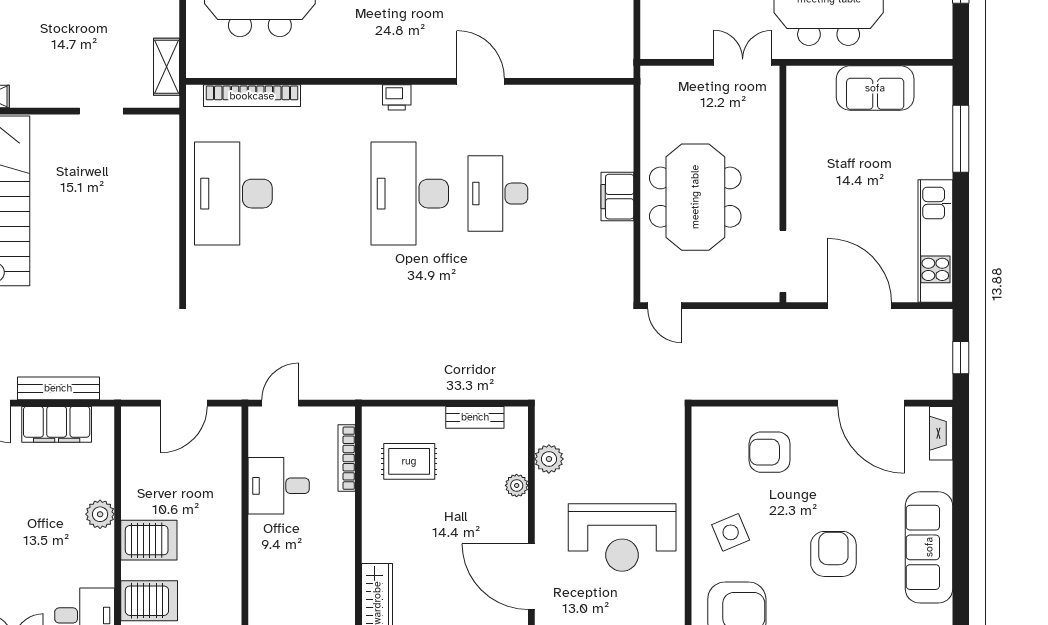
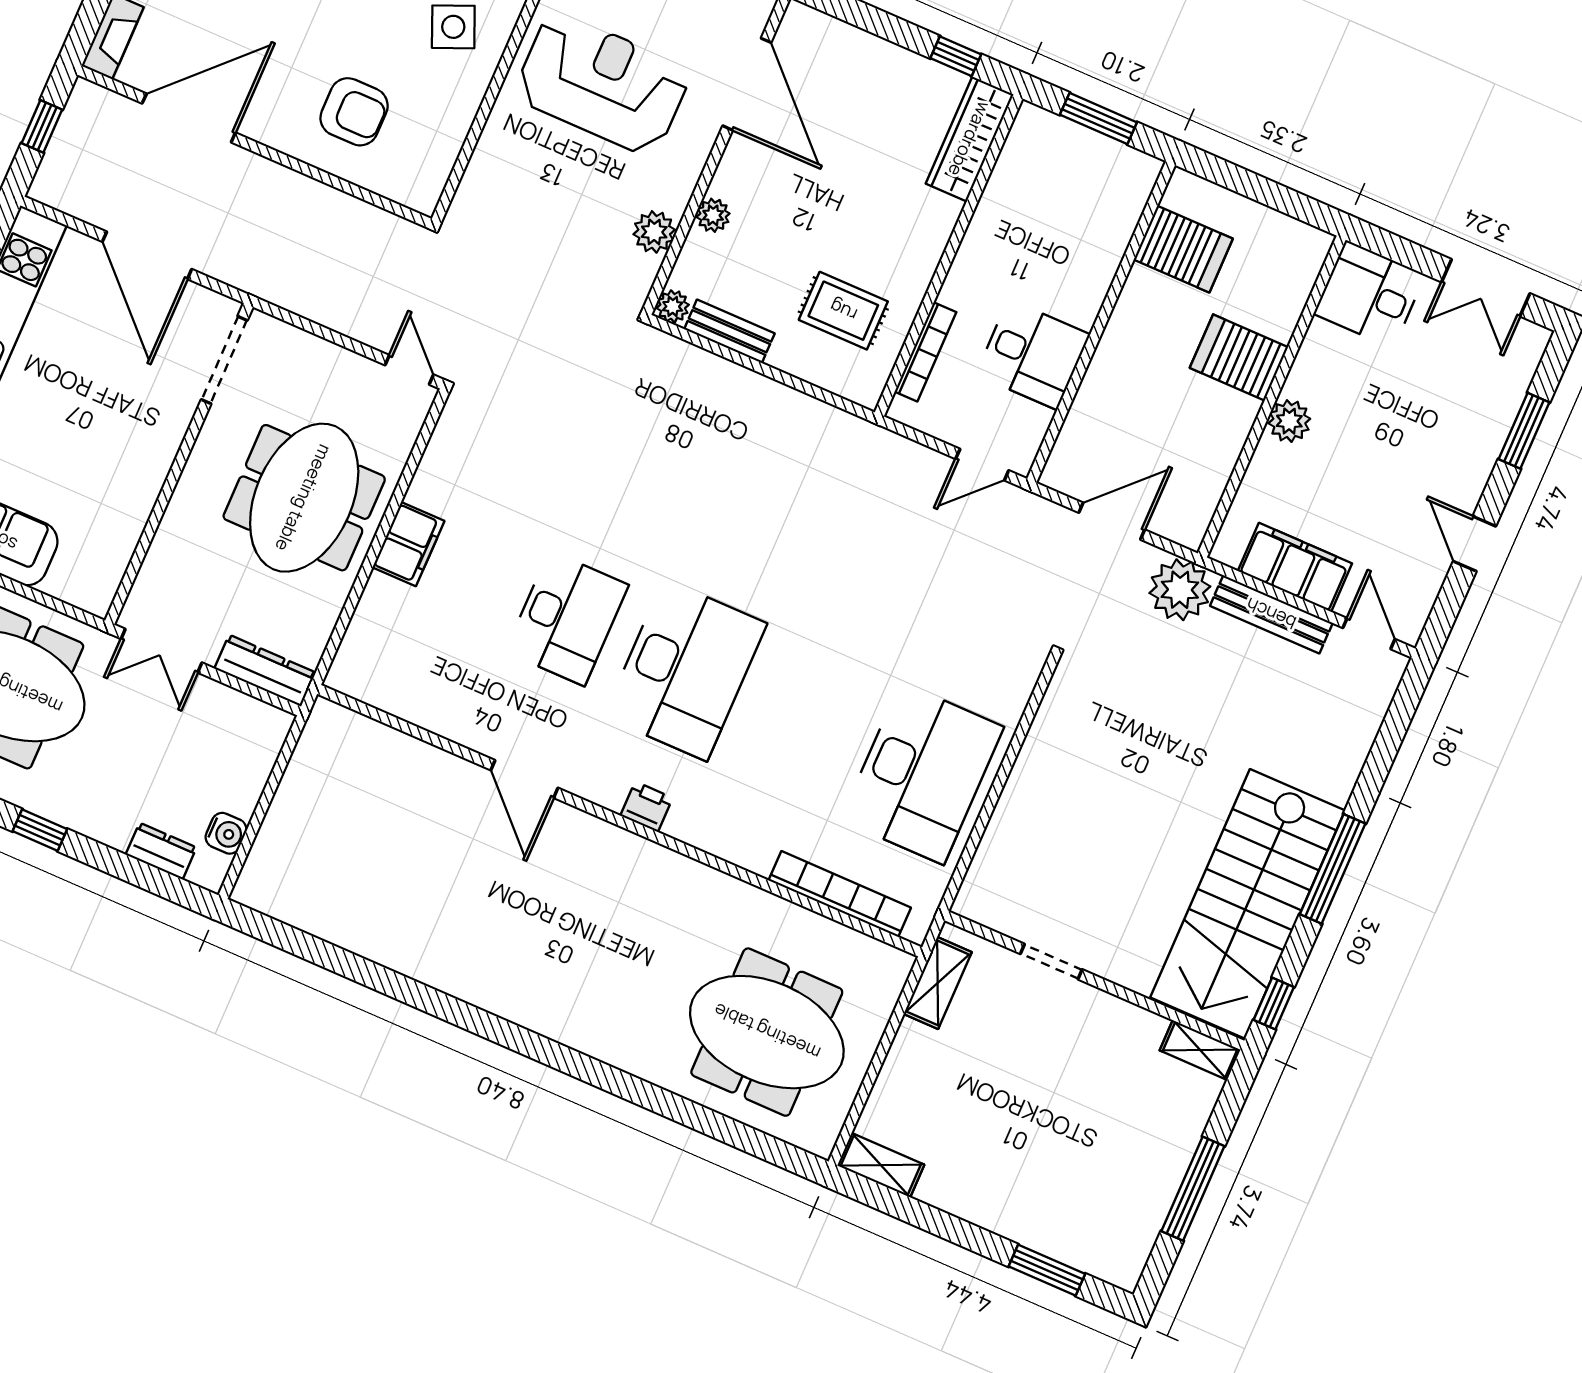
dresser: (672, 78) -> (265, 671), added
plant: (122, 379) -> (1180, 590), added
door: (871, 403) -> (189, 118), hinge flipped
plant: (517, 417) -> (673, 306), added
server rack: (149, 601) -> (1183, 249), moved, turned 180

